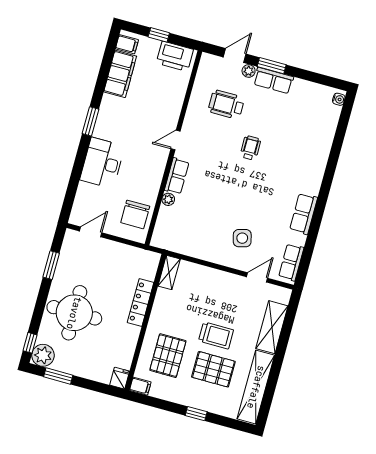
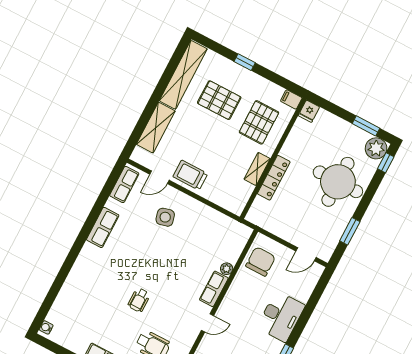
shelving: (169, 272) -> (257, 169), moved
trolley: (216, 335) -> (190, 175), moved

